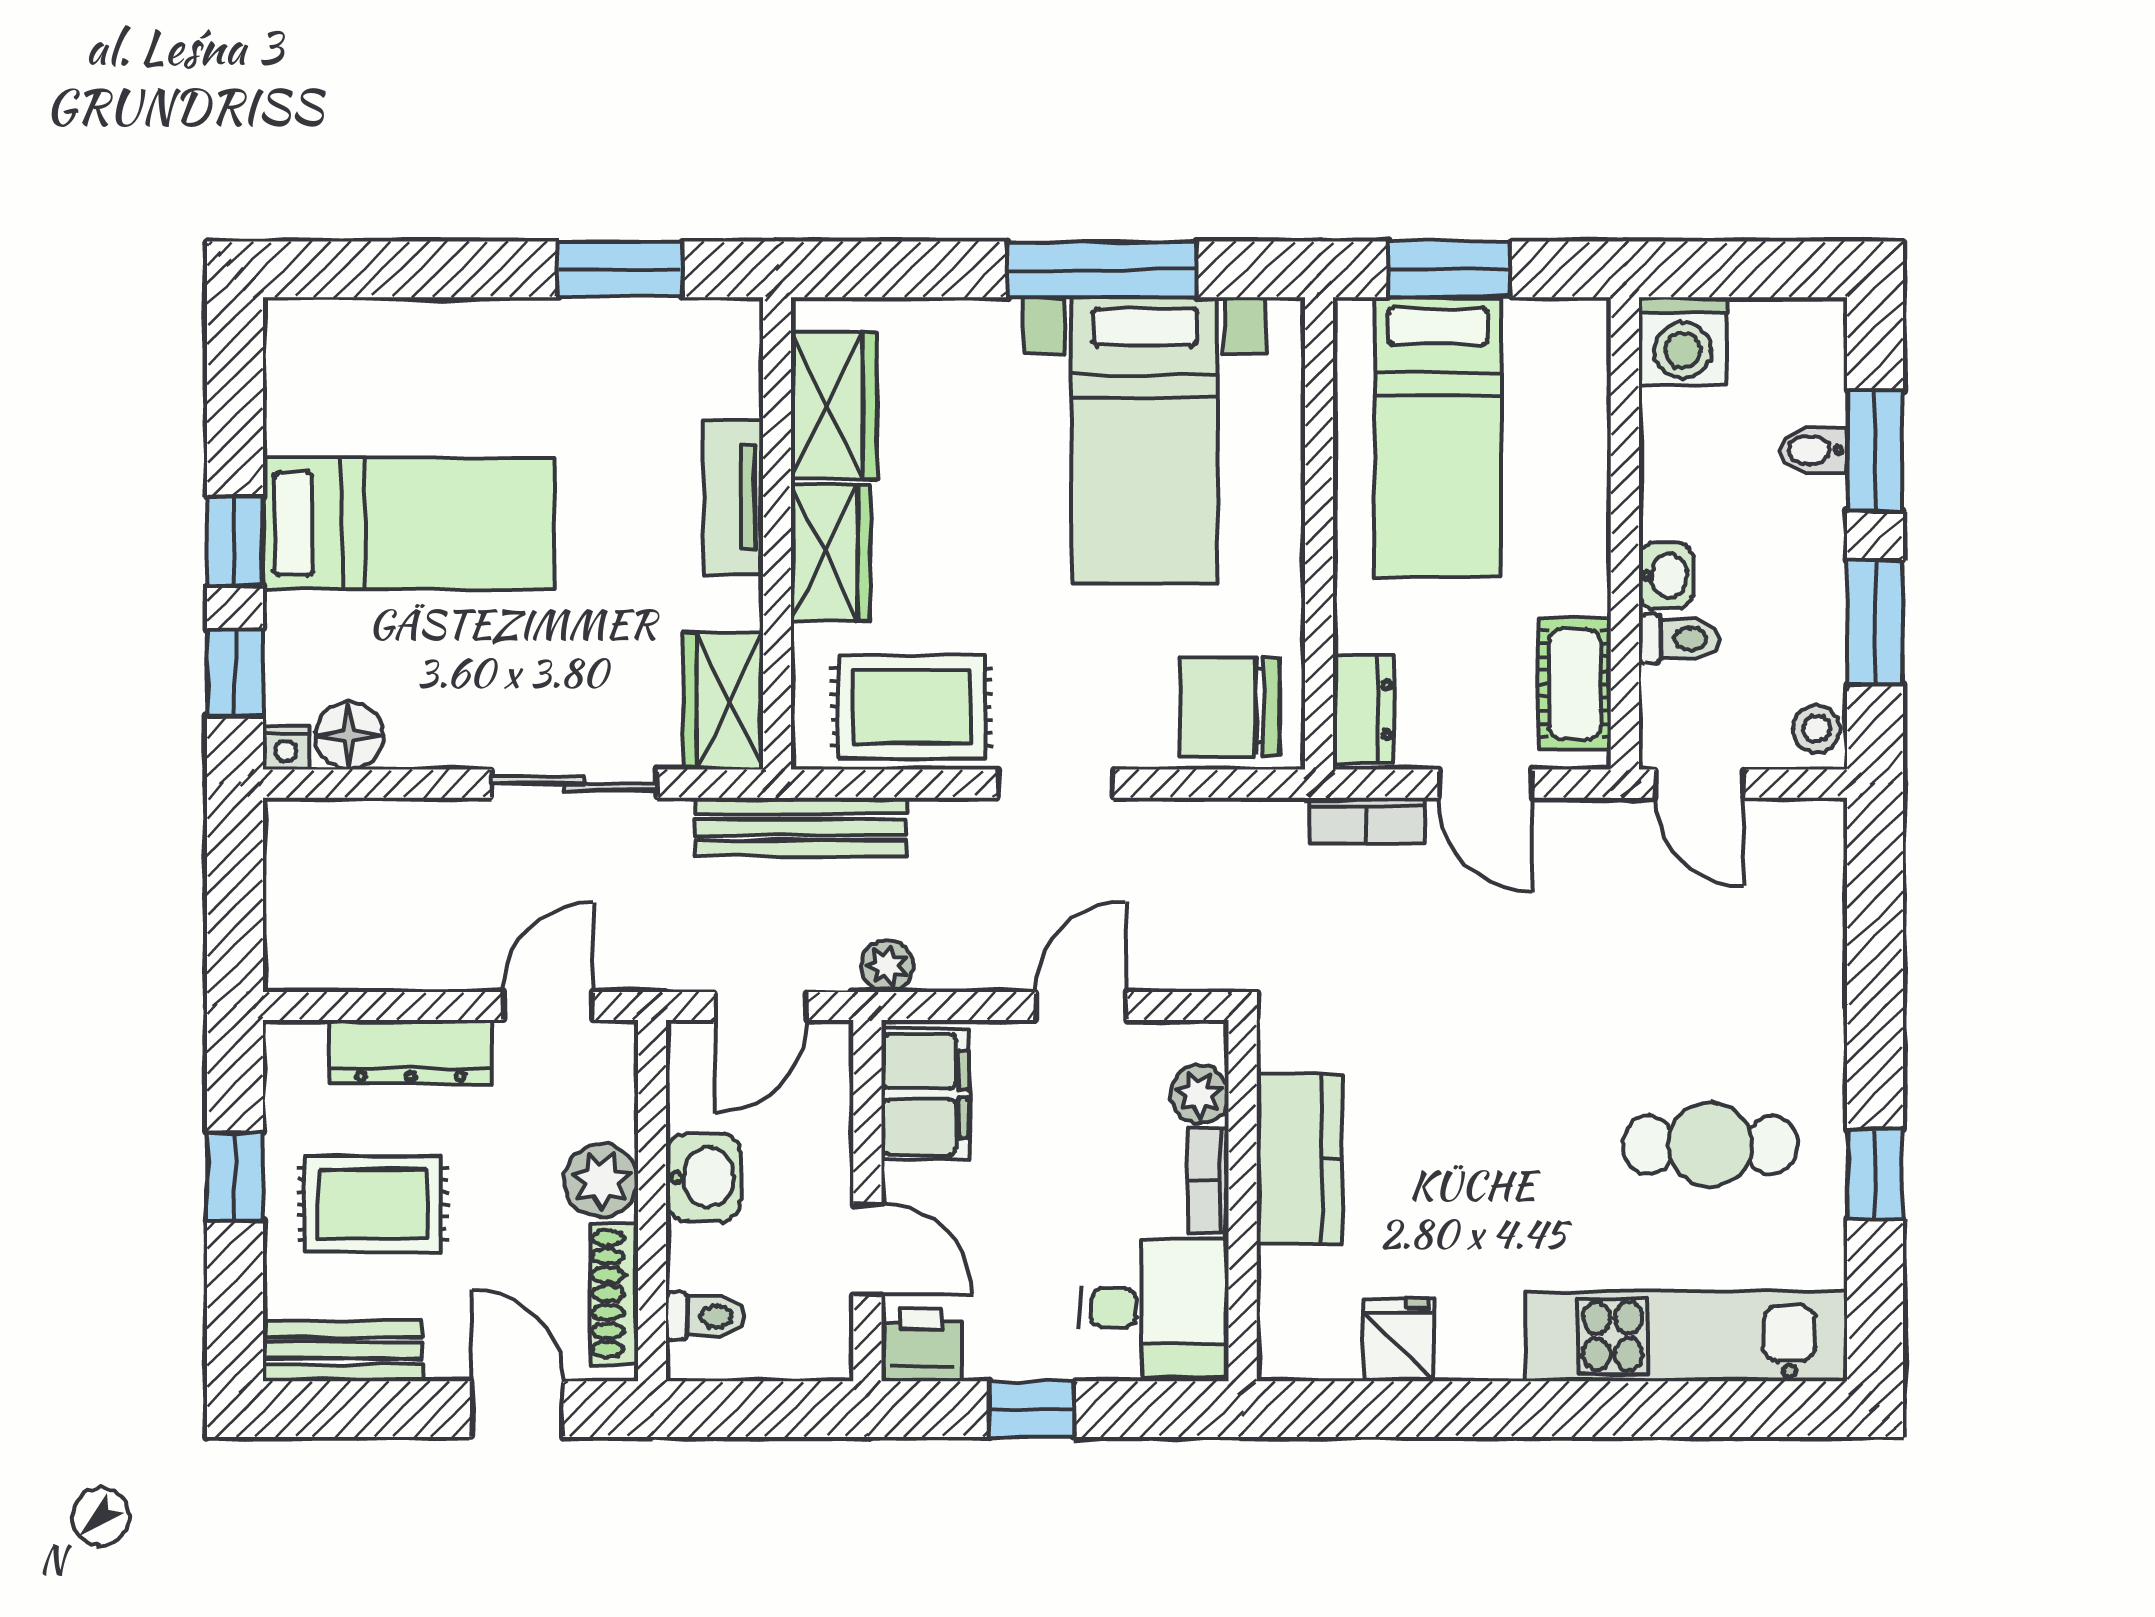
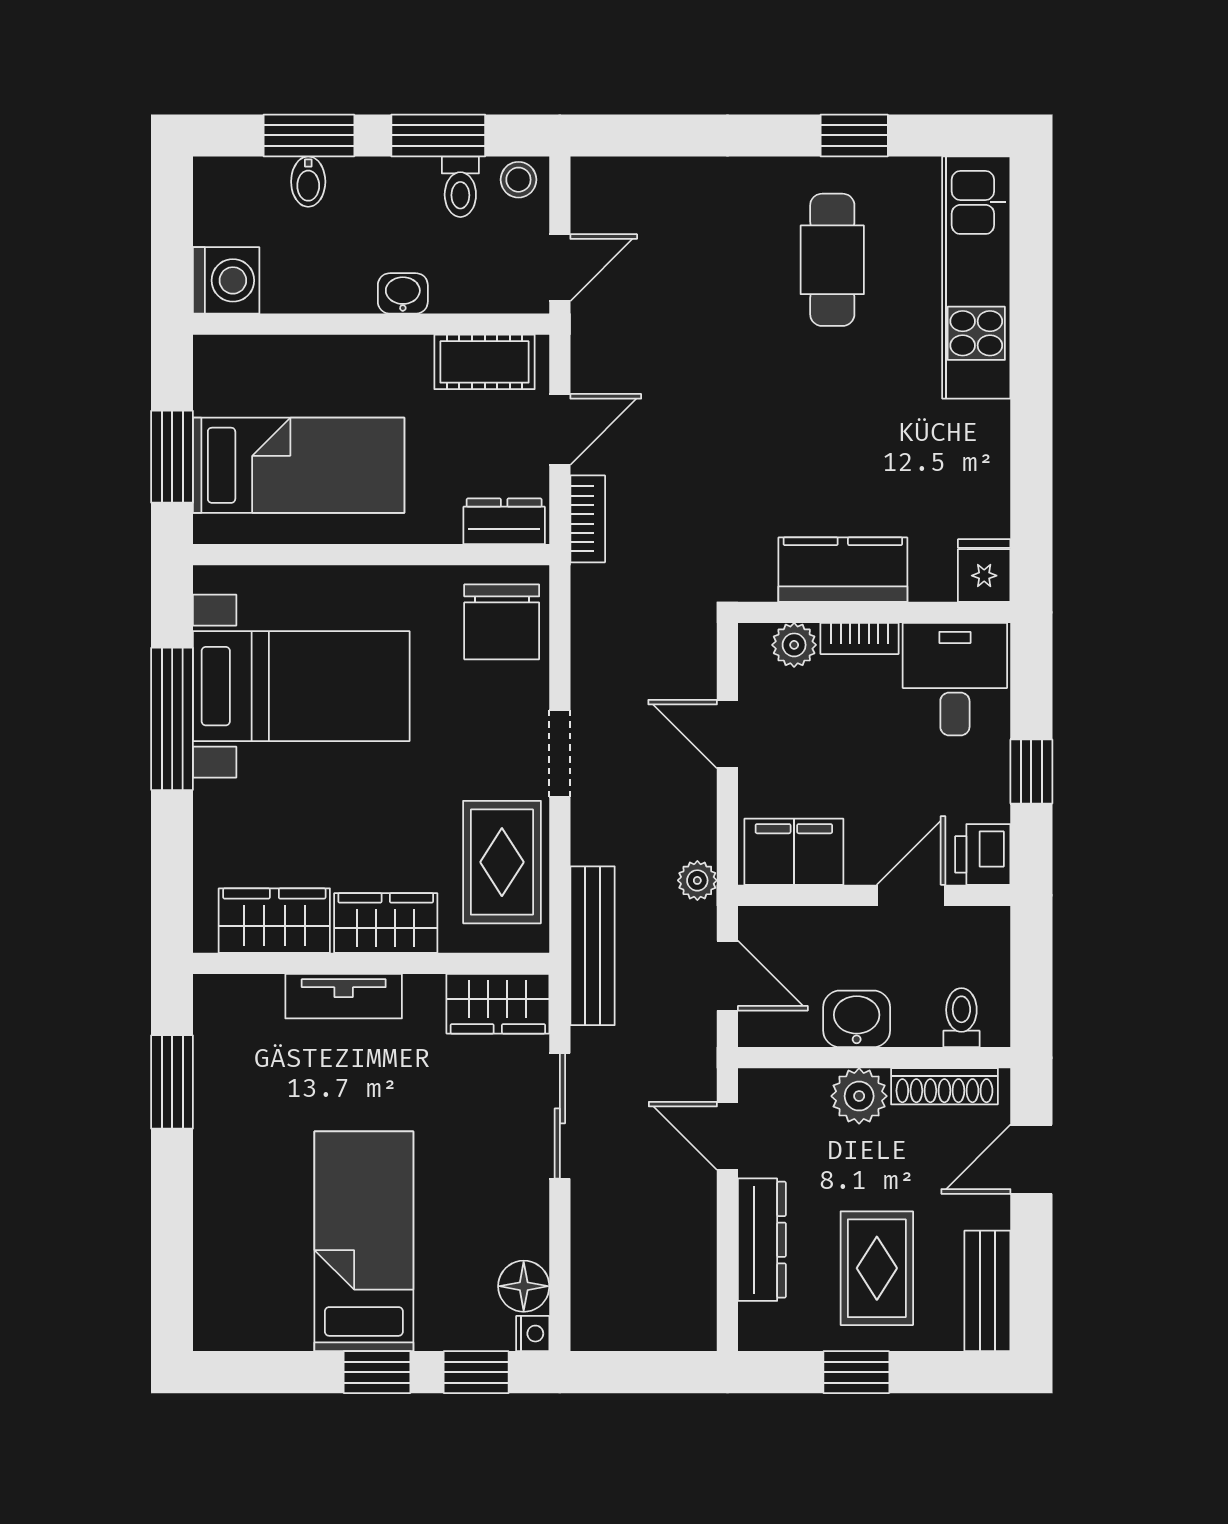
toilet: (1679, 639) -> (460, 187), moved, turned 180
fridge: (1399, 1340) -> (984, 571), moved, turned 90

